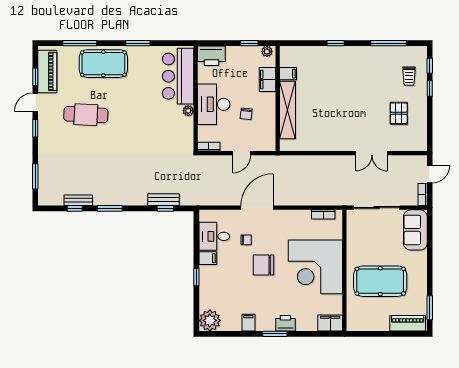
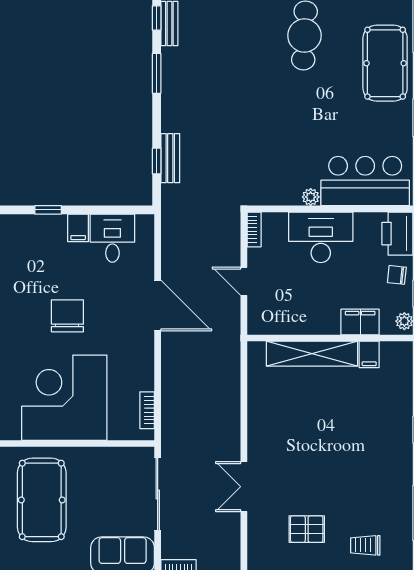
chair: (246, 114) -> (397, 275), moved
chair: (246, 240) -> (107, 288), removed

